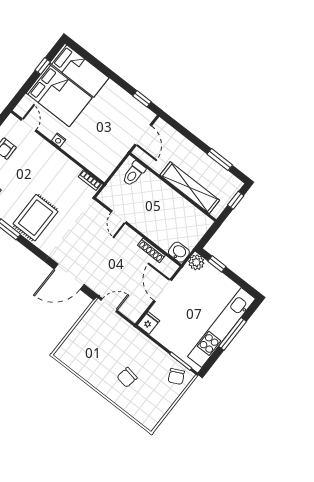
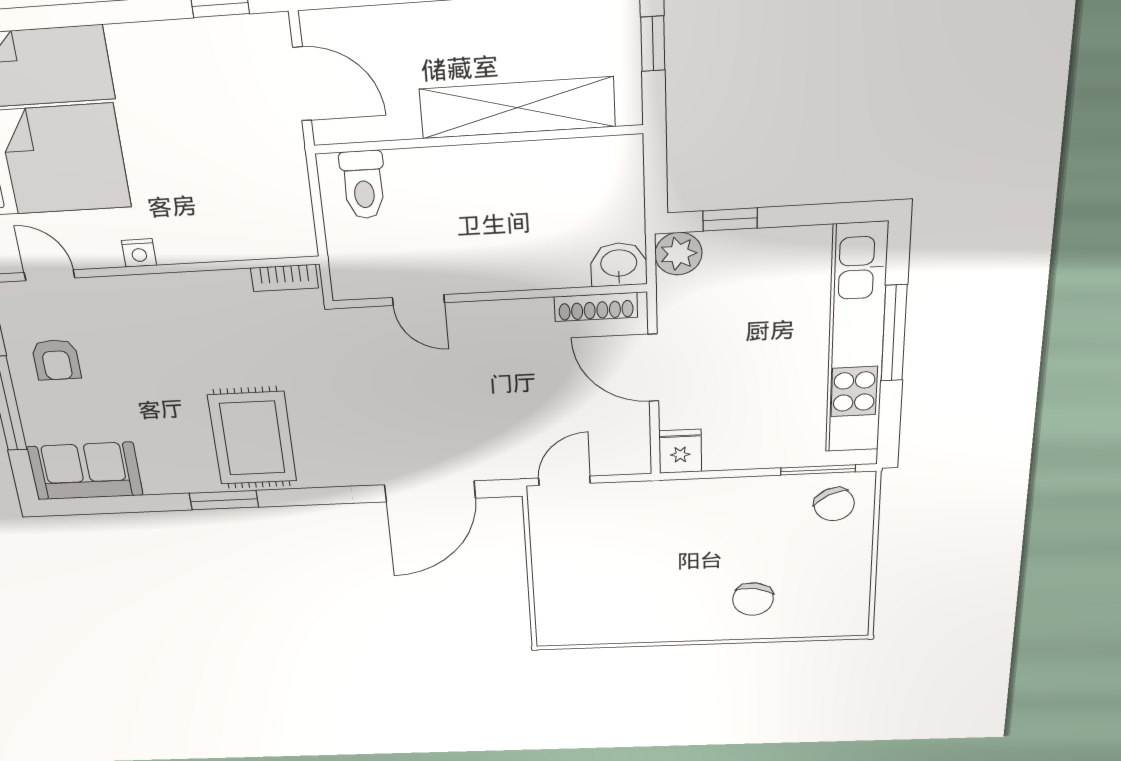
shoe rack: (151, 250) -> (596, 307), moved
chair: (127, 377) -> (753, 599), moved

